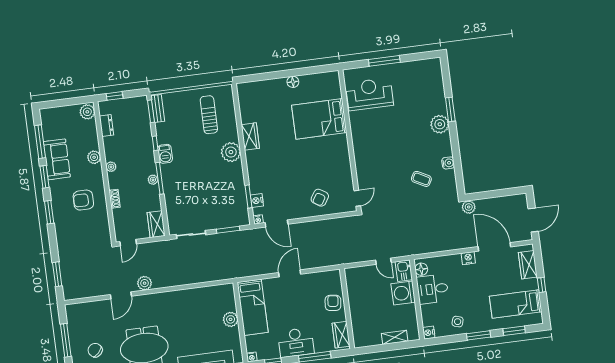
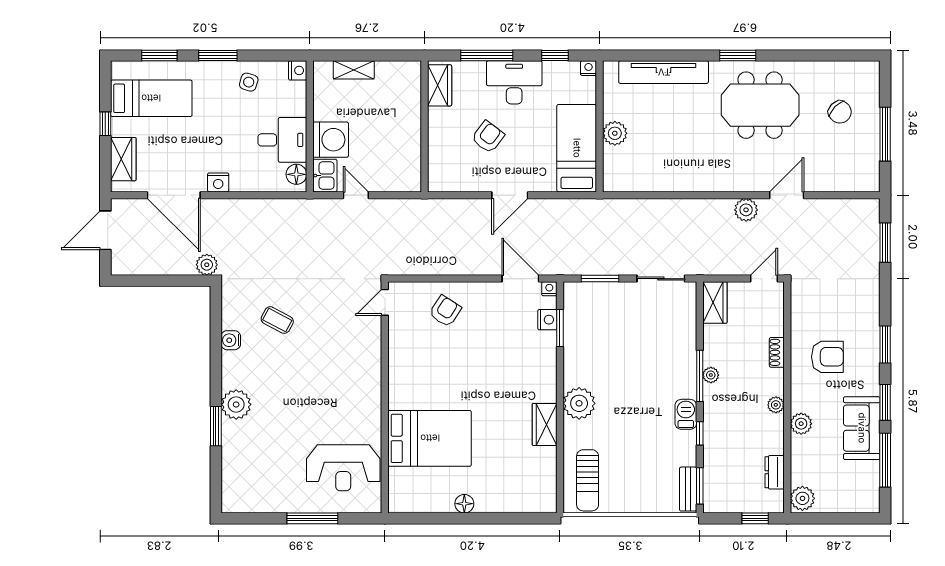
sun lounger: (209, 115) -> (588, 480), moved
armchair: (333, 303) -> (488, 137), moved, turned -150

